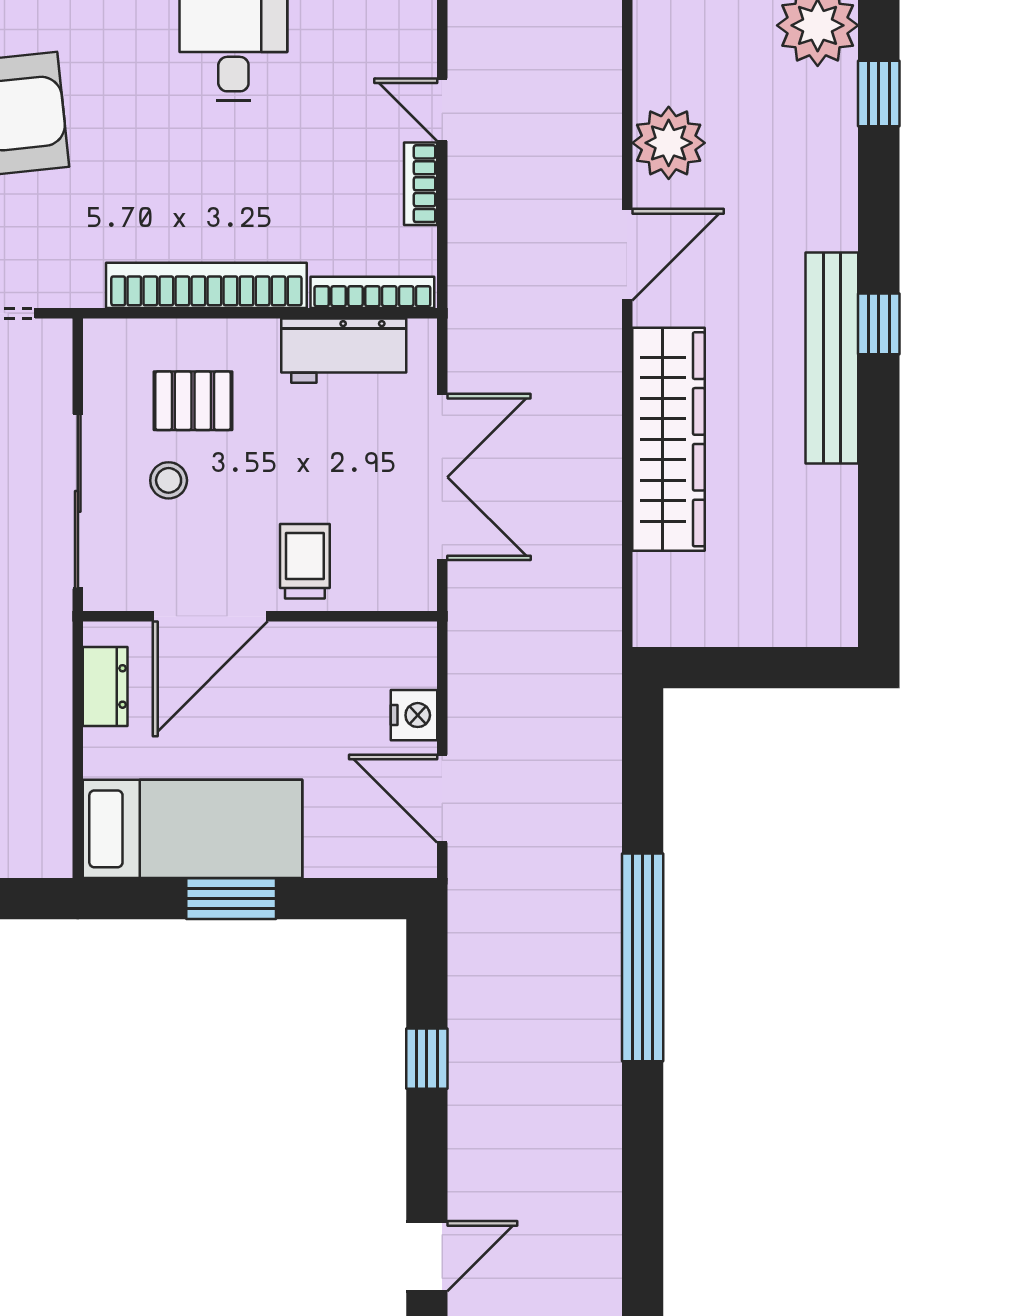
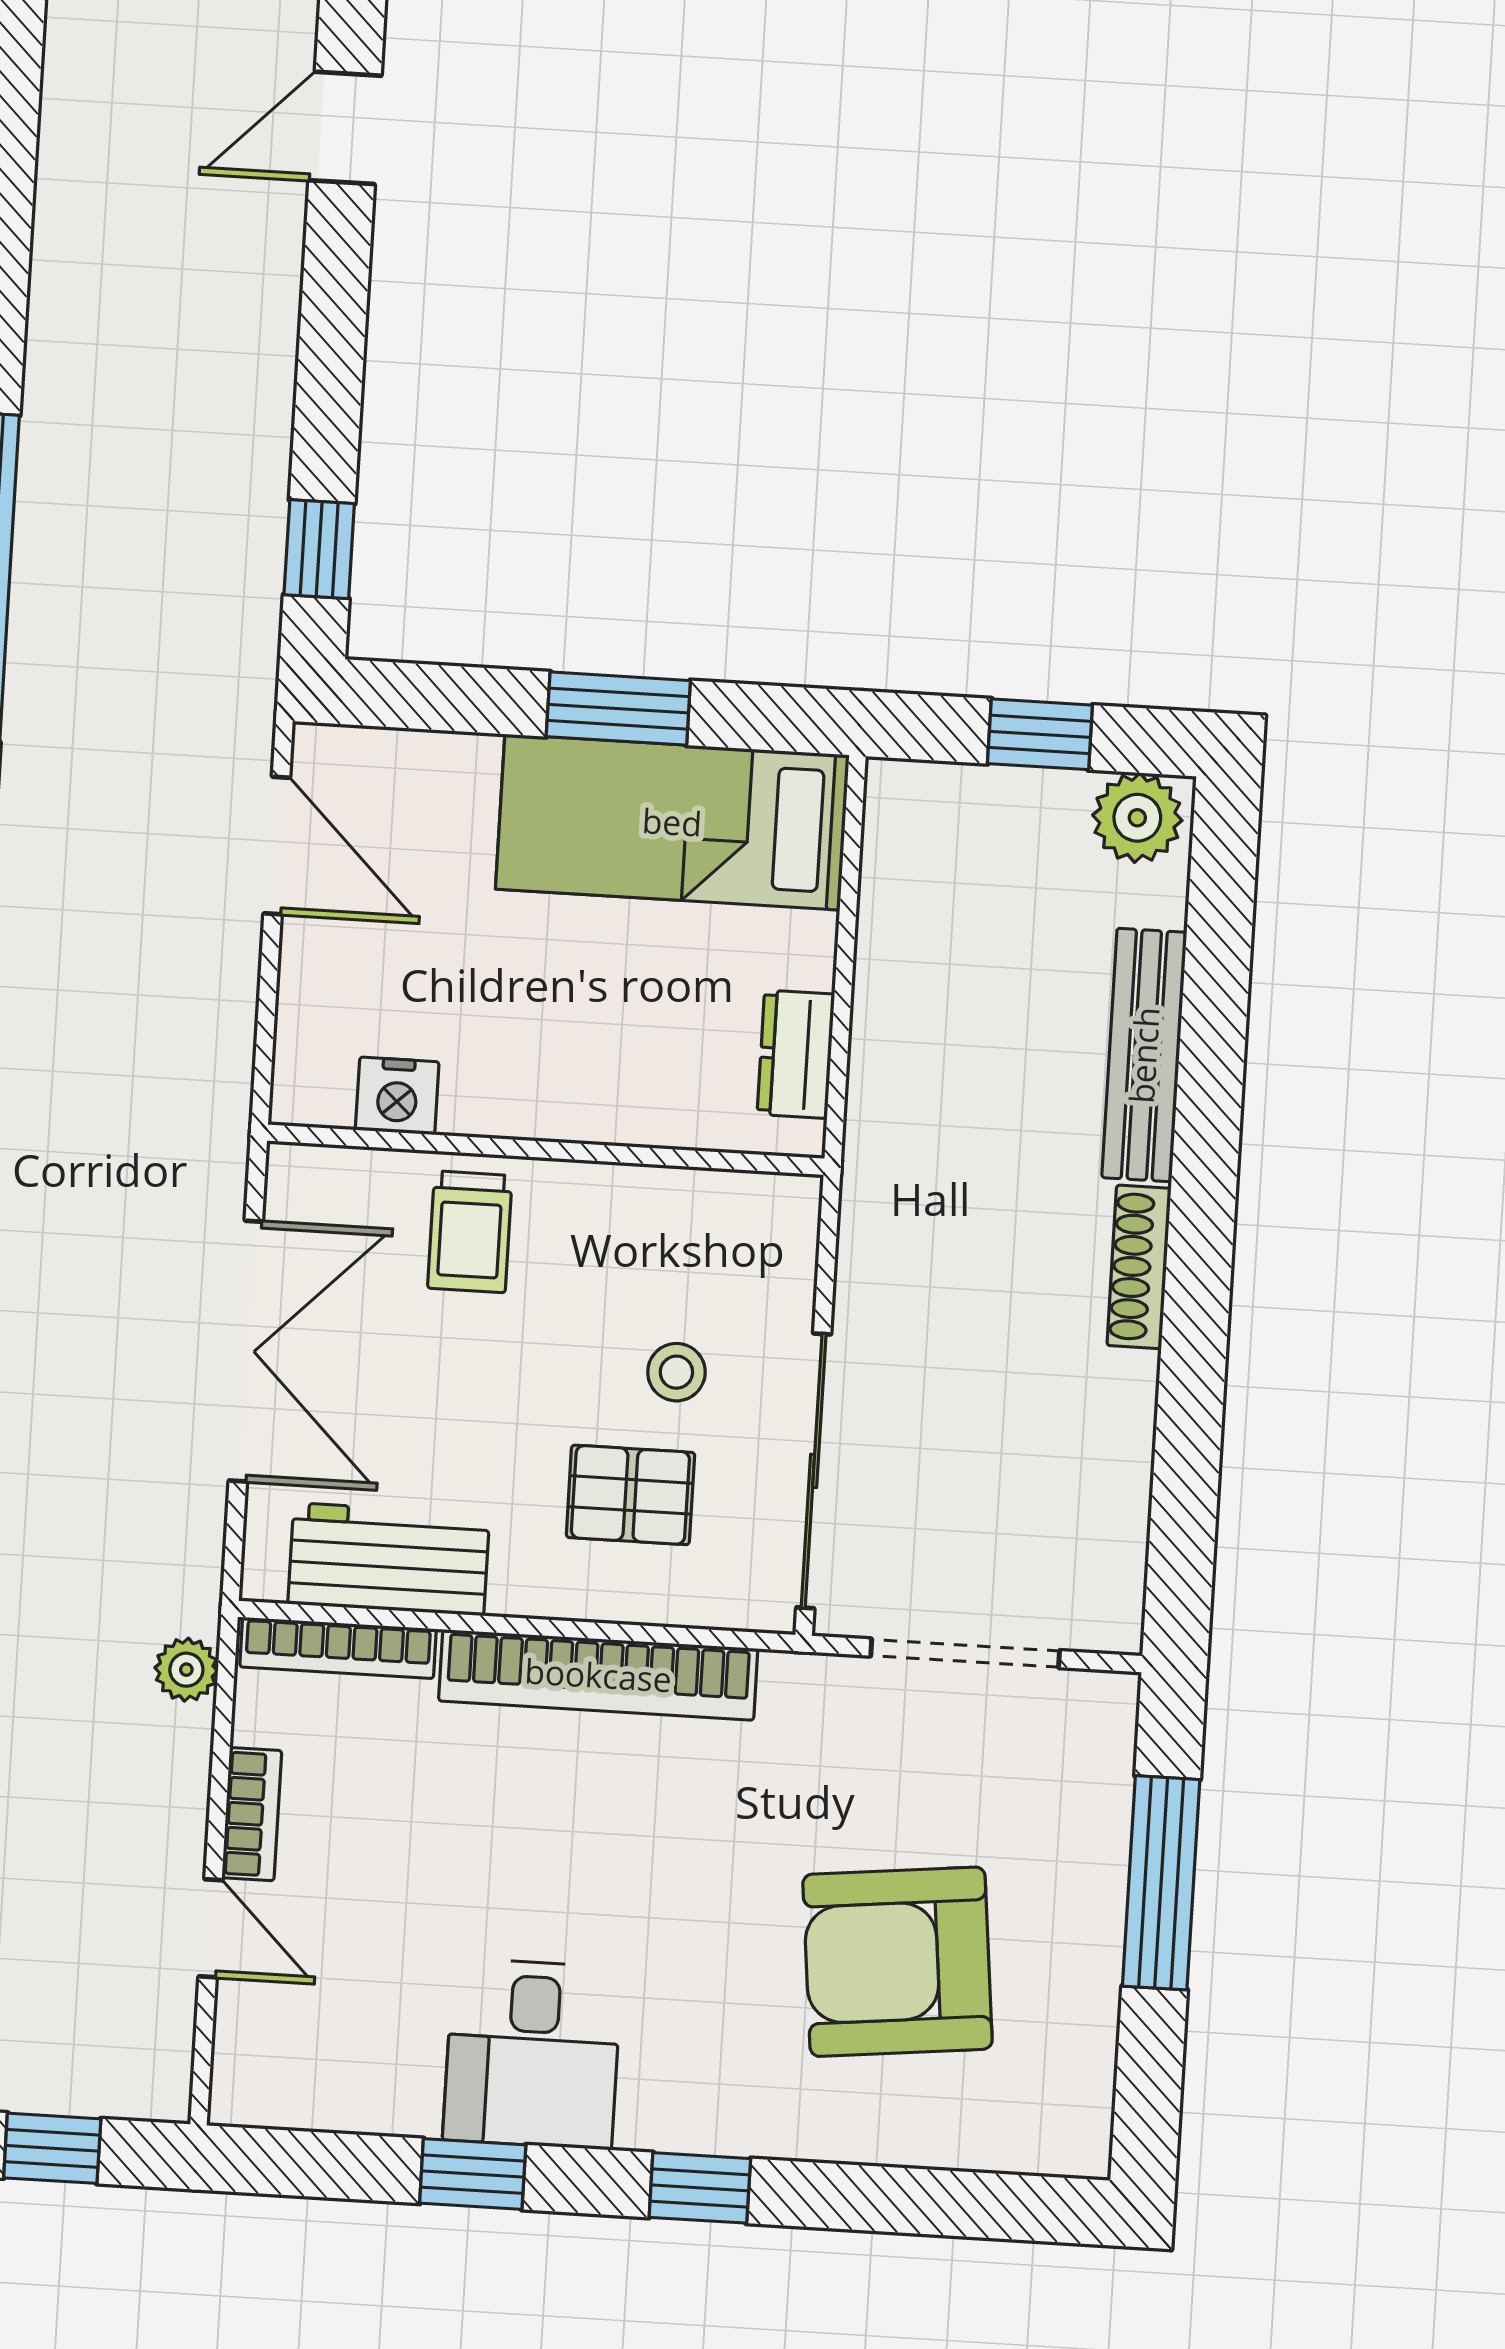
plant: (468, 273) -> (186, 1670), added
double door: (442, 477) -> (246, 1351), swing flipped
sliding door: (78, 501) -> (814, 1471), moved
door: (210, 616) -> (624, 1154), removed
nightstand: (414, 715) -> (397, 1096), moved, turned -90
window: (427, 1059) -> (319, 549), moved

